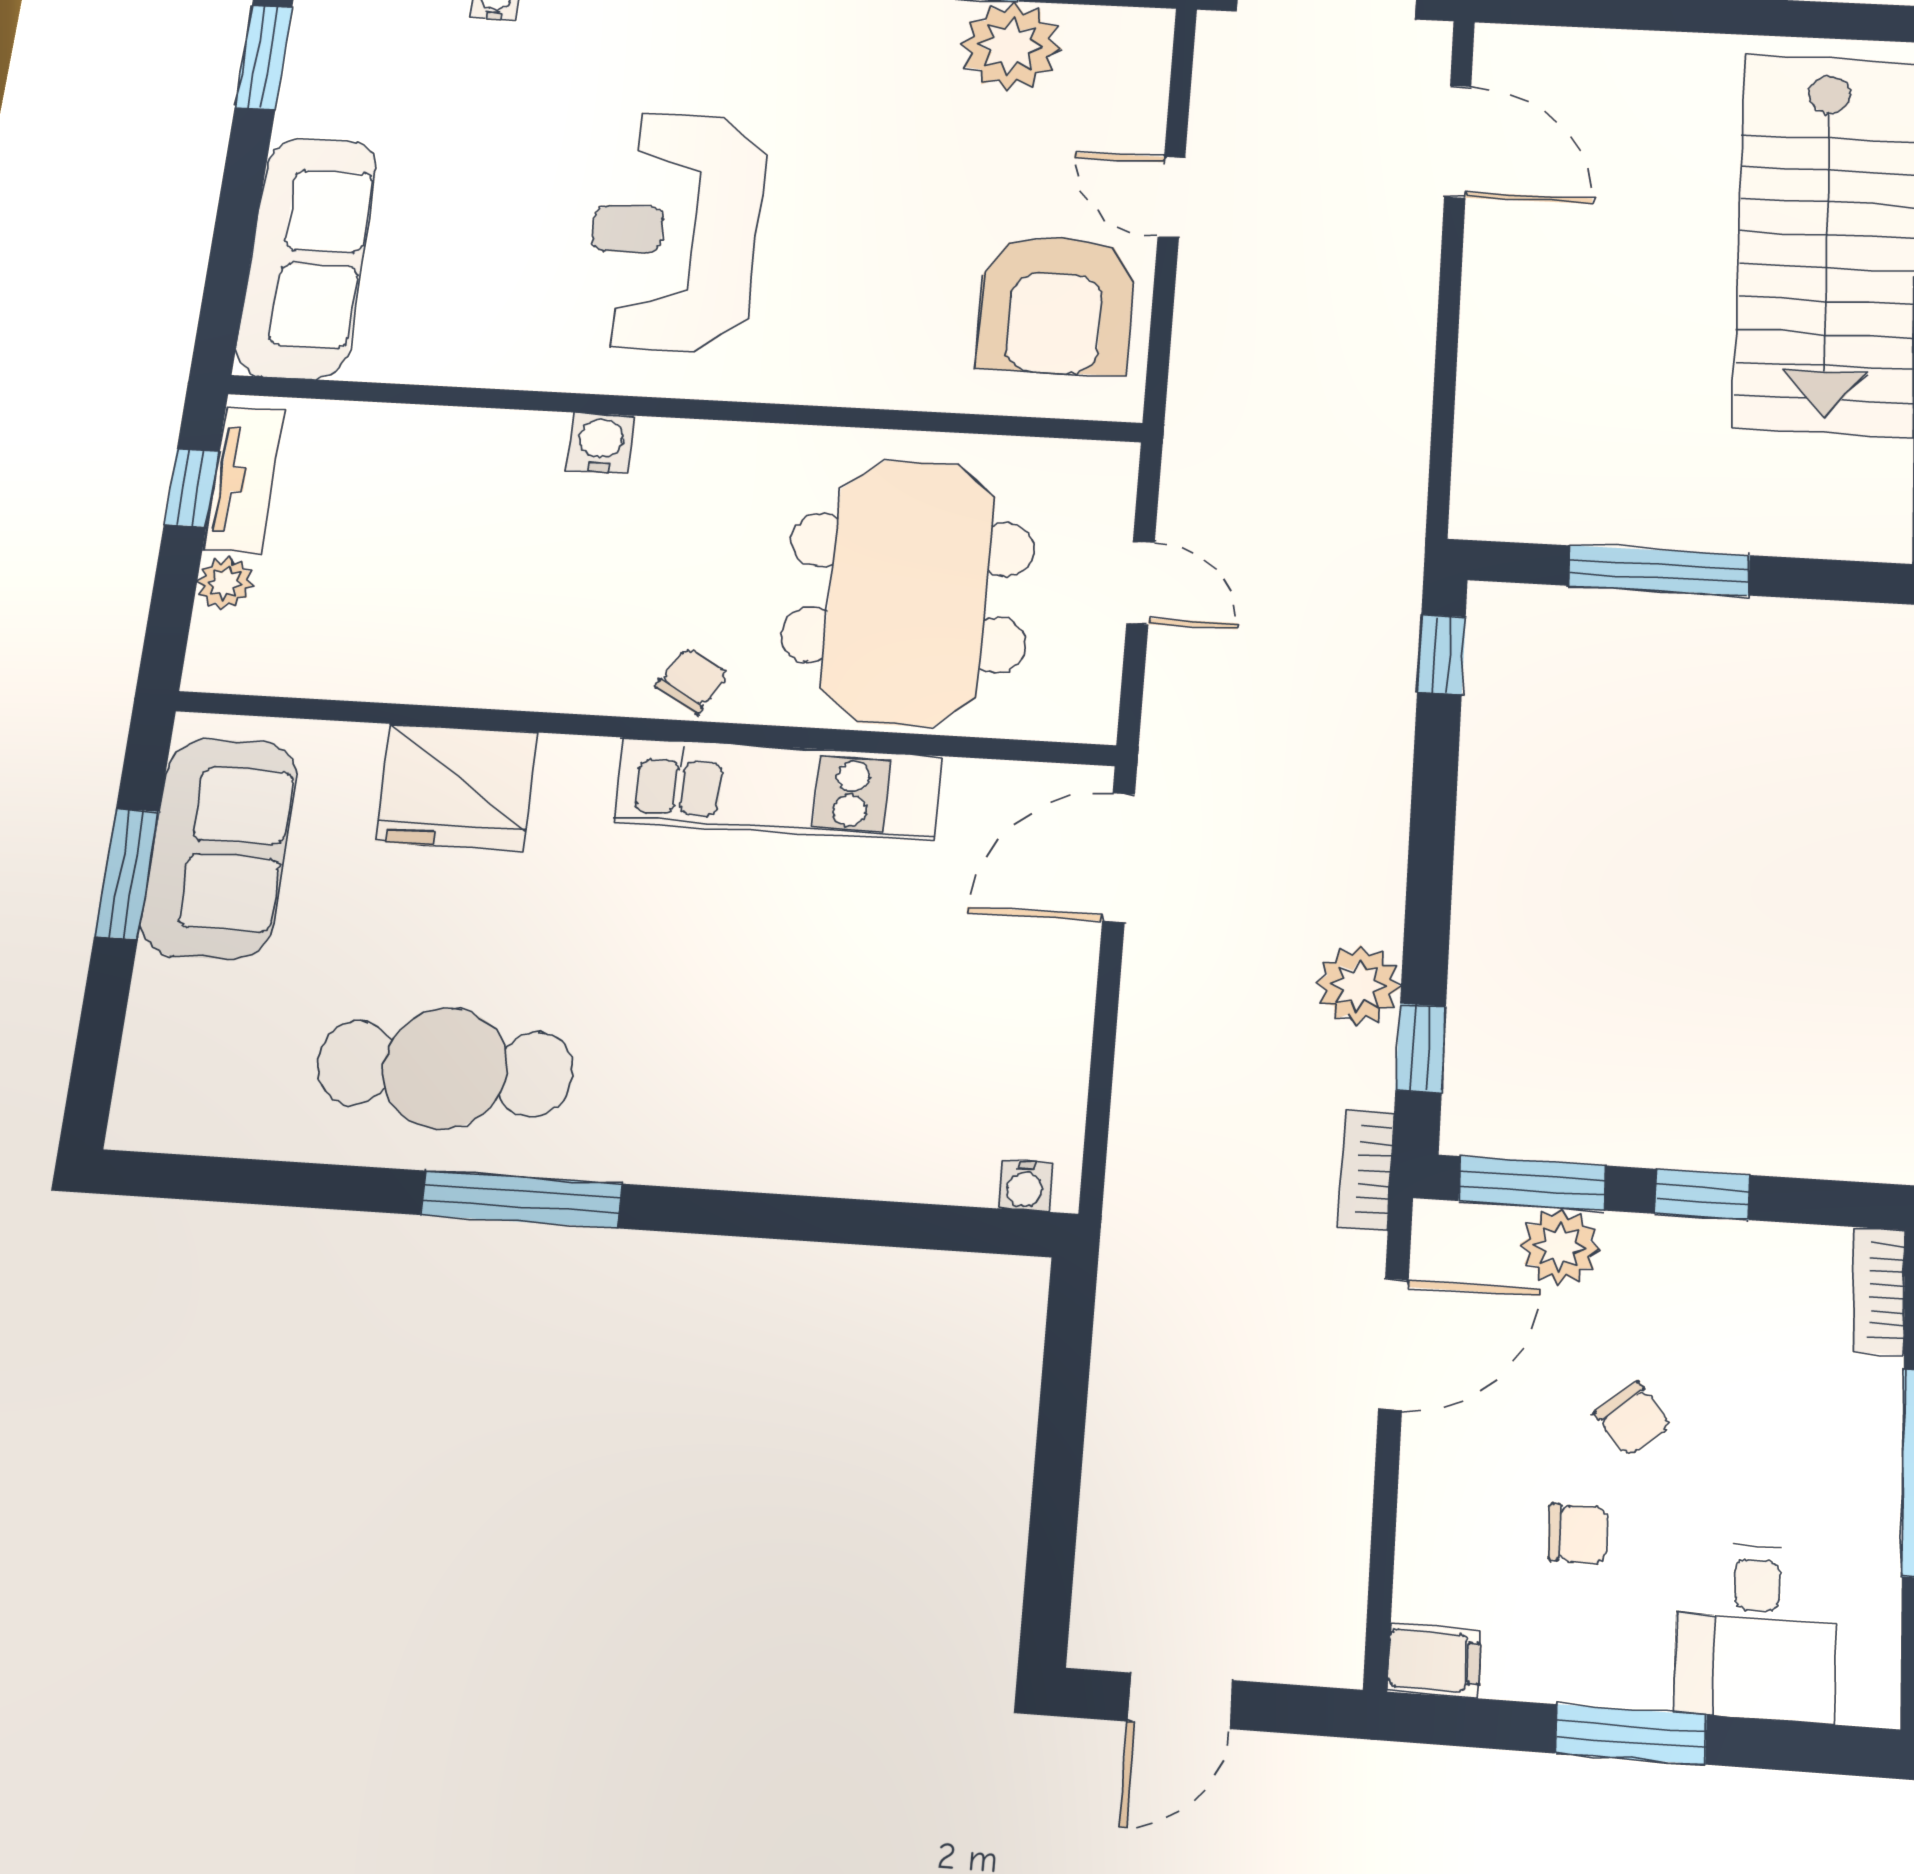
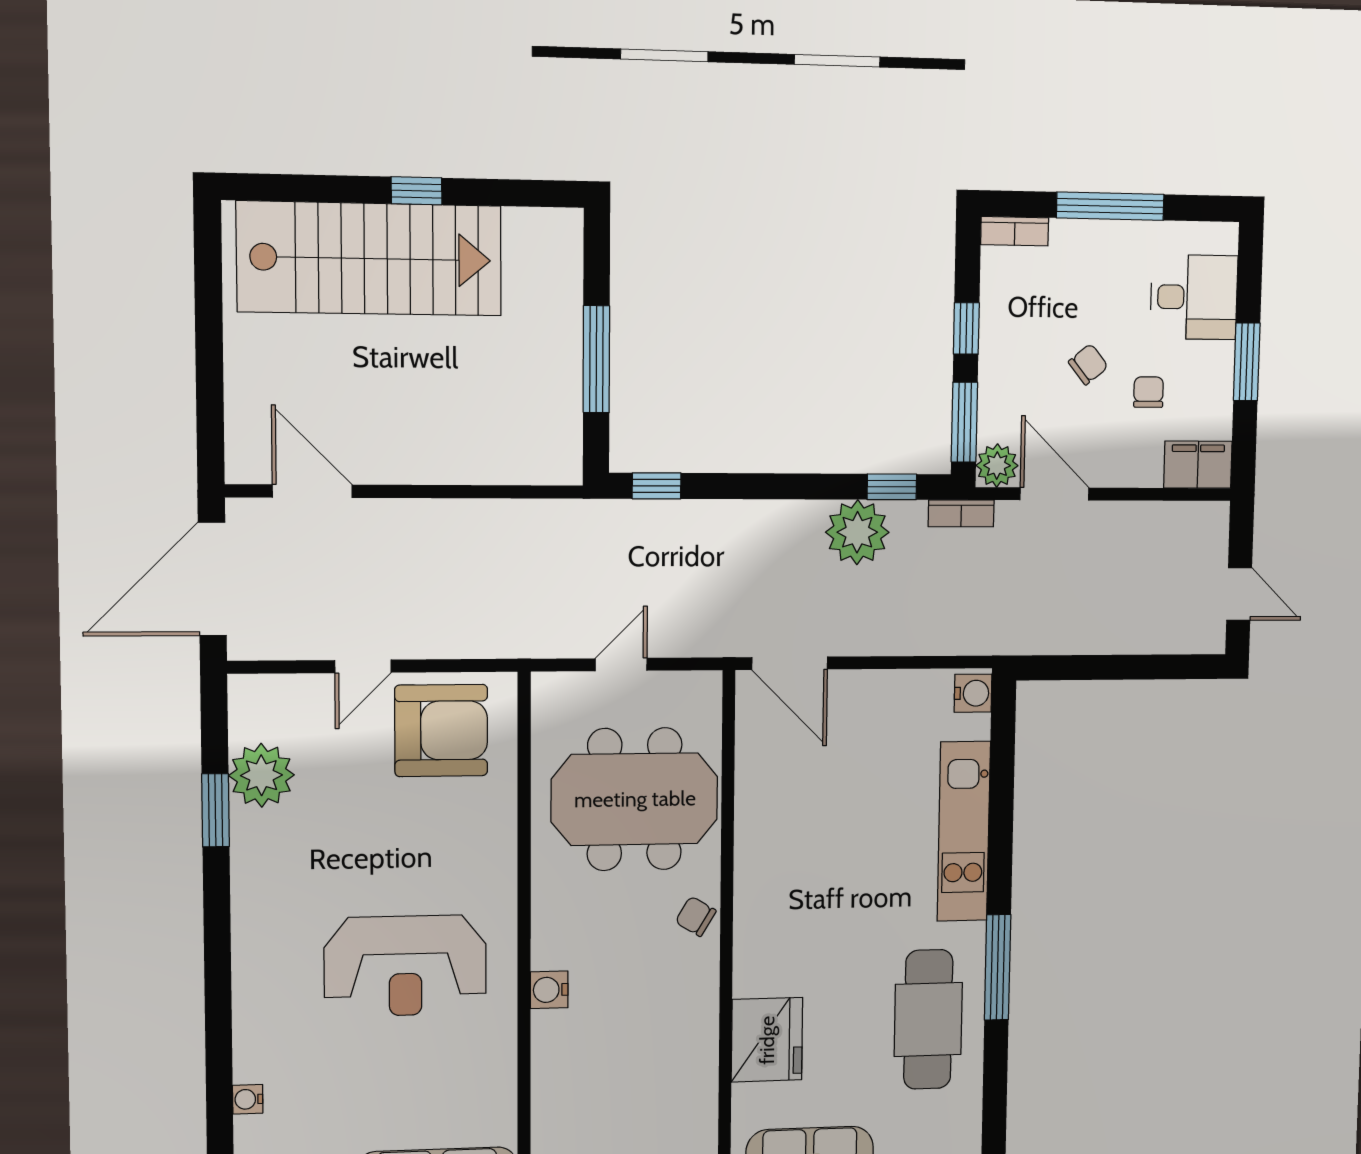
door: (1458, 142) -> (312, 491), hinge flipped
kitchen unit: (778, 789) -> (964, 831), moved, turned 180
plant: (1358, 985) -> (857, 532), width x1.36, depth x1.36
water cooler: (1025, 1185) -> (973, 693), width x1.38, depth x1.38
plant: (1560, 1247) -> (997, 465), moved
filing cabinet: (1434, 1661) -> (1198, 465), width x2.00

